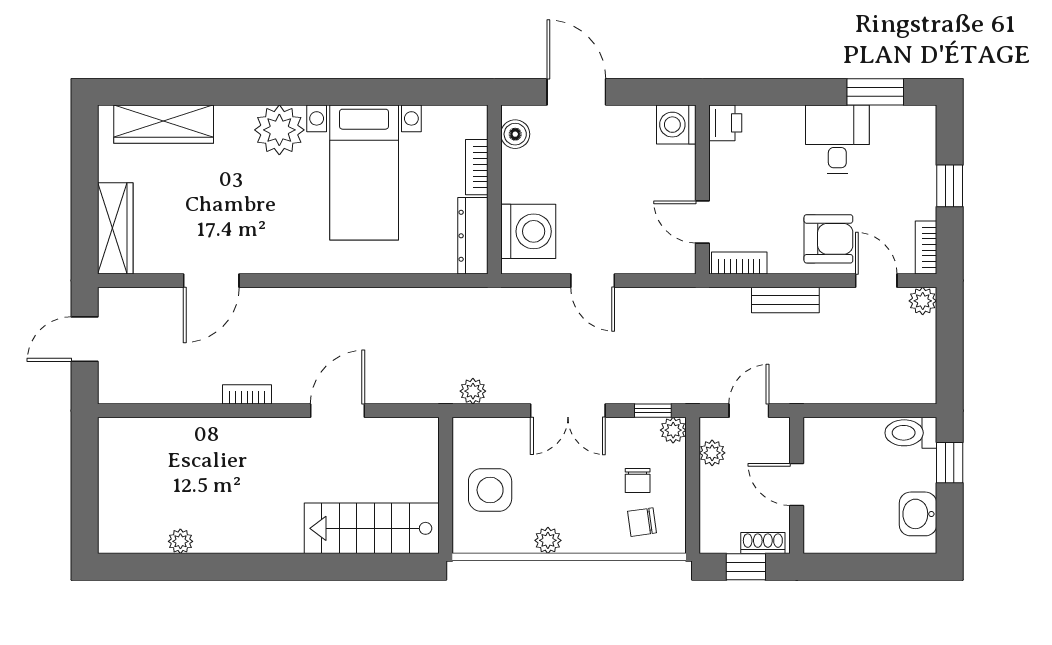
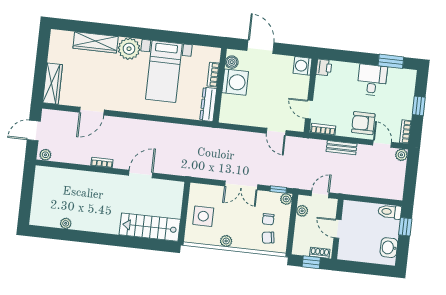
wardrobe: (164, 124) -> (96, 42), moved
washing machine: (528, 231) -> (235, 82), moved
armchair: (828, 239) -> (363, 123), turned 180
door: (593, 281) -> (276, 132), moved
plant: (473, 391) -> (45, 155), moved

